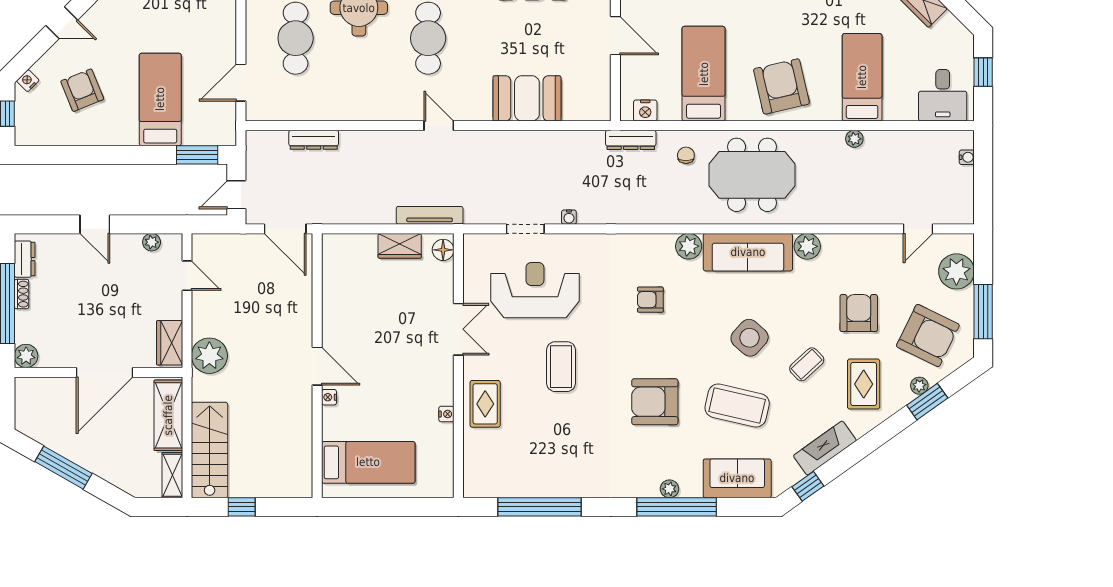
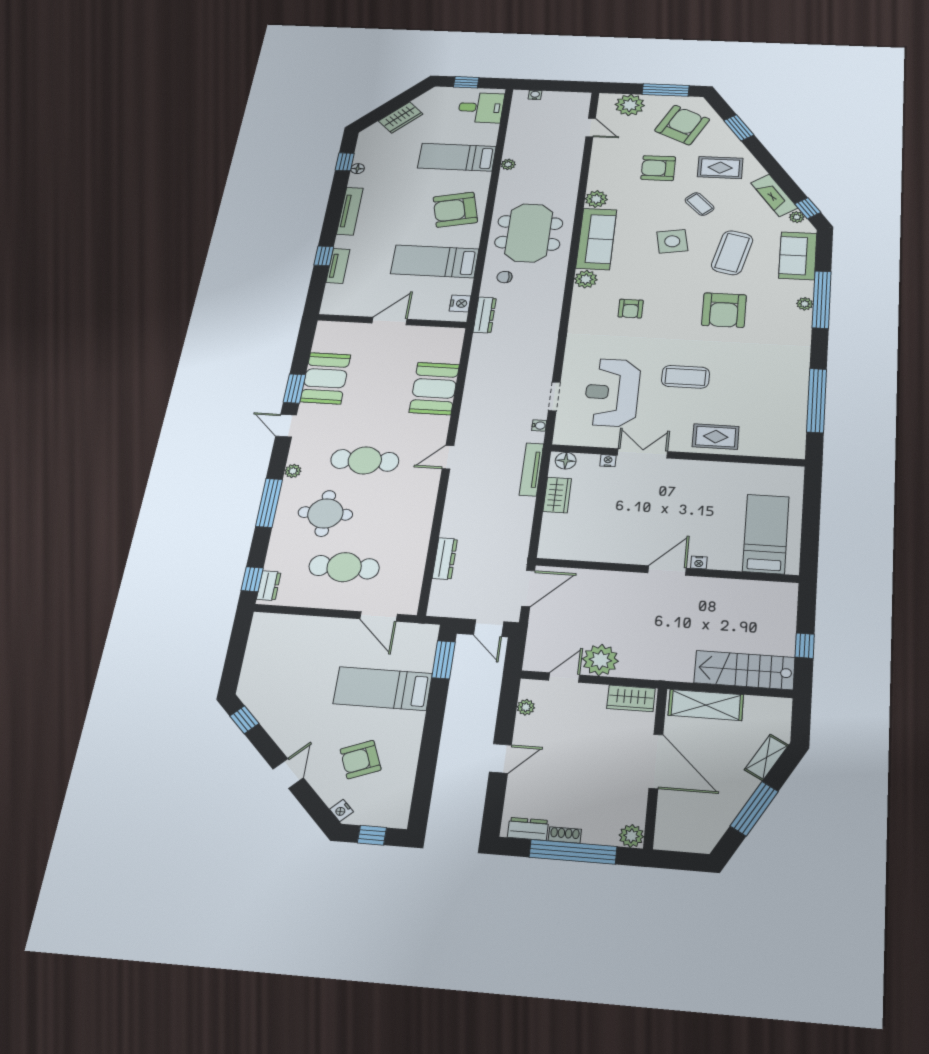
water cooler: (569, 217) -> (539, 425), moved
side table: (750, 338) -> (672, 241), turned 38
plant: (209, 356) -> (600, 660), moved
plant: (919, 386) -> (797, 217), moved
nightstand: (446, 414) -> (608, 461), moved
shelving: (172, 475) -> (766, 757), moved, turned -60

